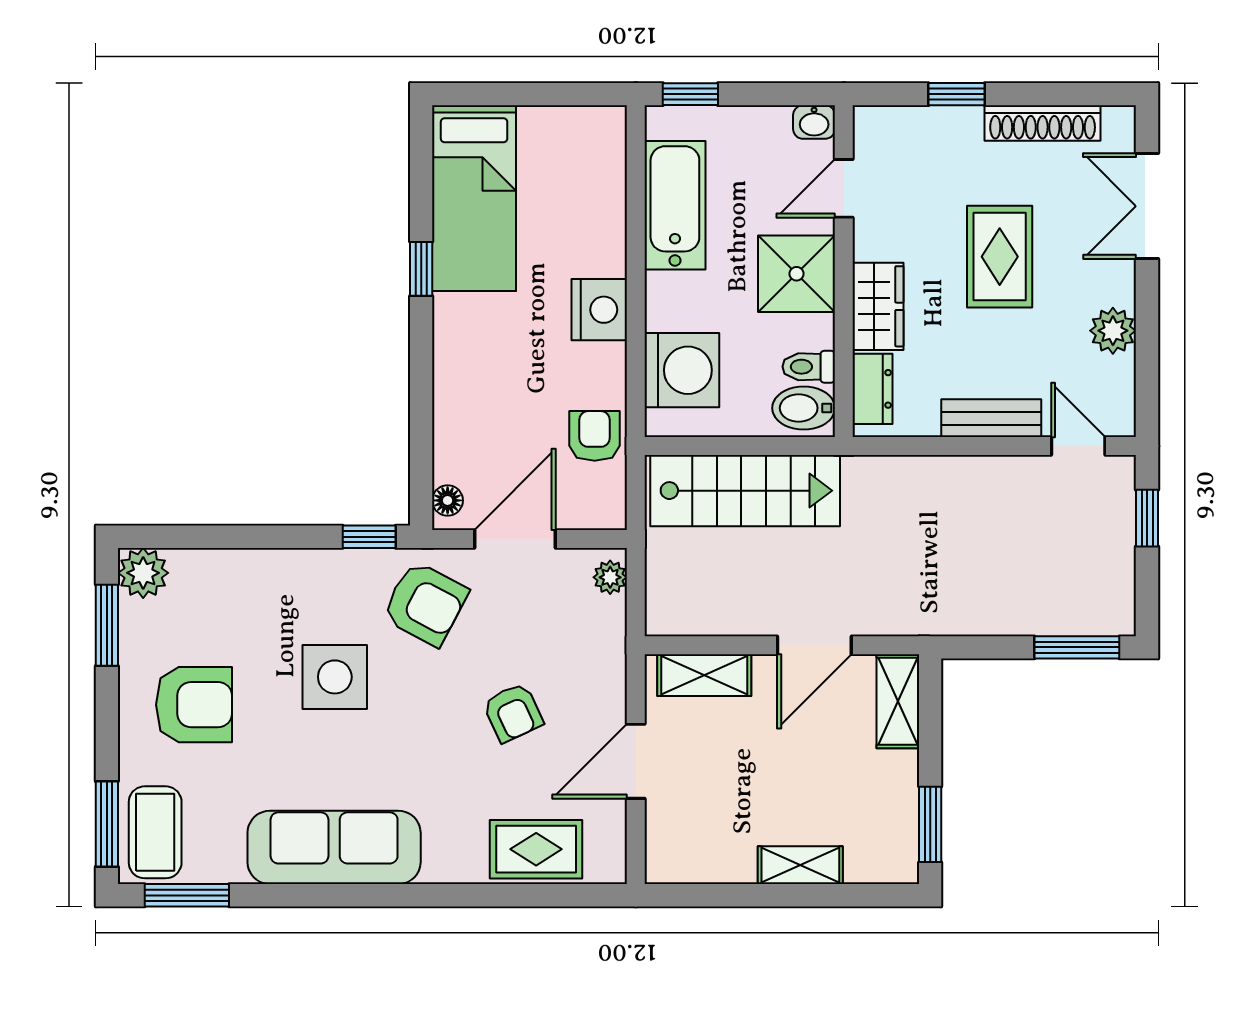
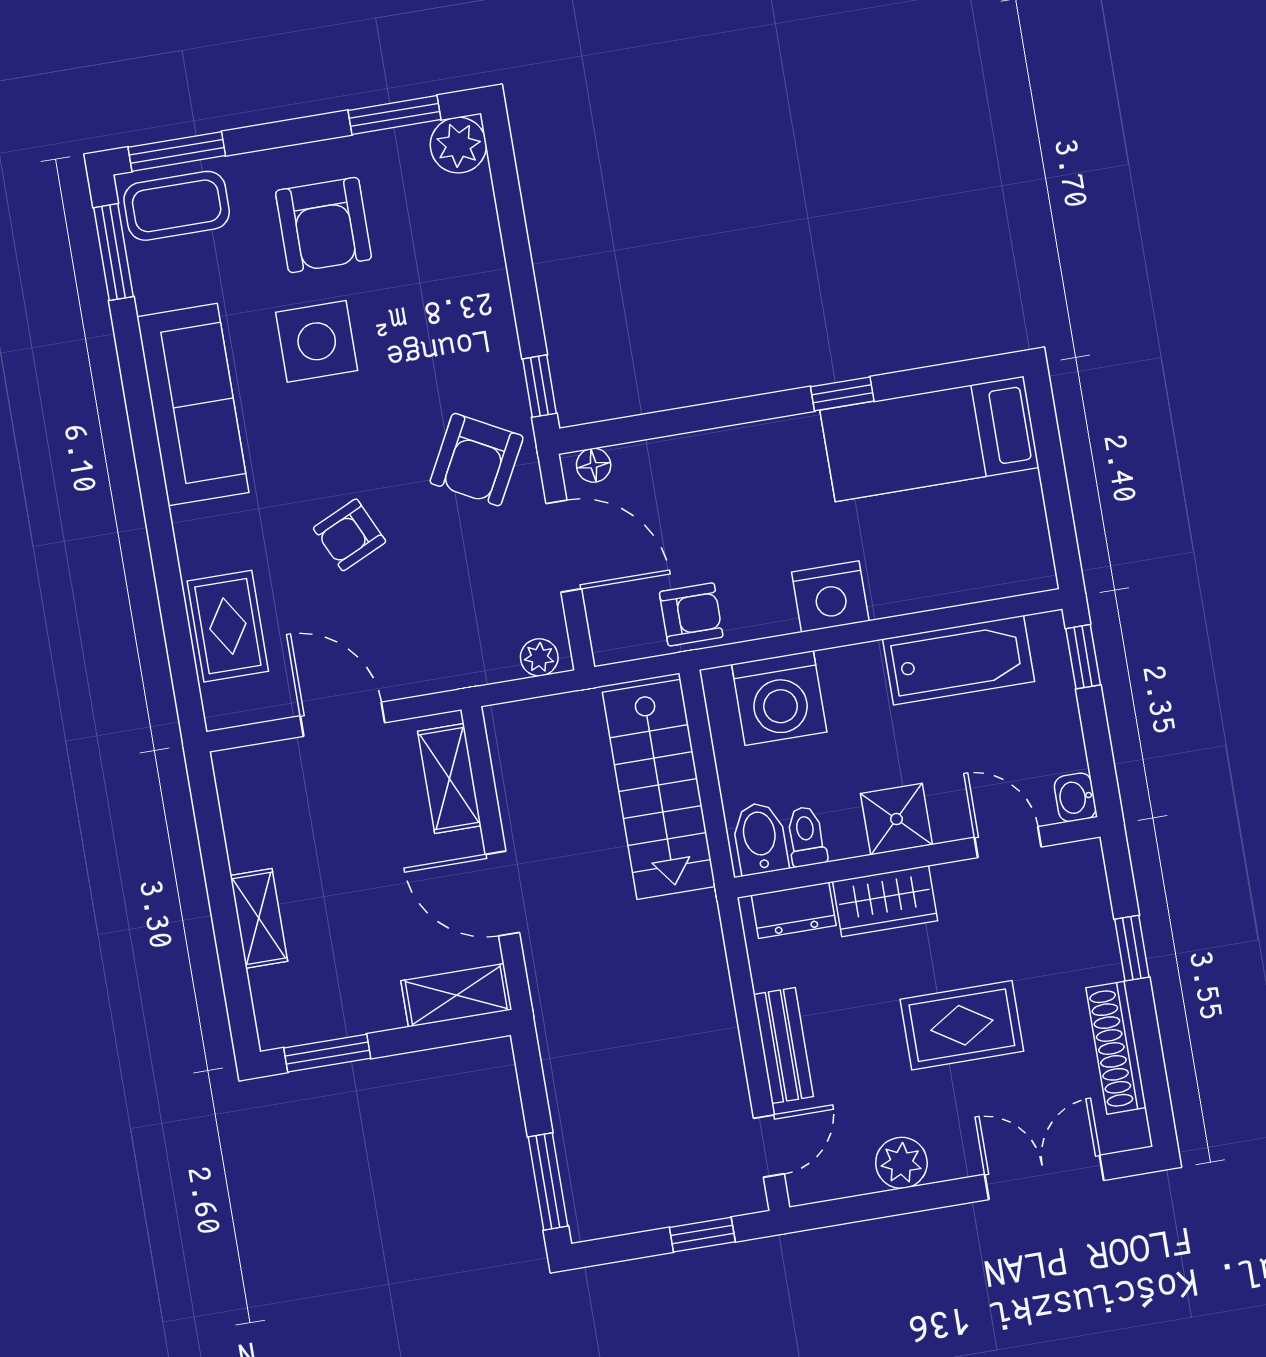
shower: (797, 274) -> (896, 819), width x0.73, depth x0.73
side table: (335, 677) -> (317, 341), moved
armchair: (513, 713) -> (350, 535), moved

